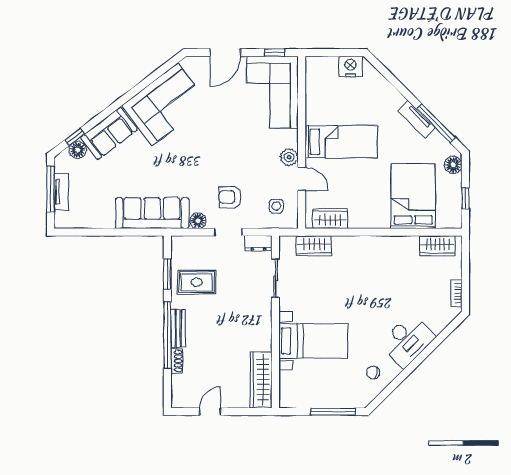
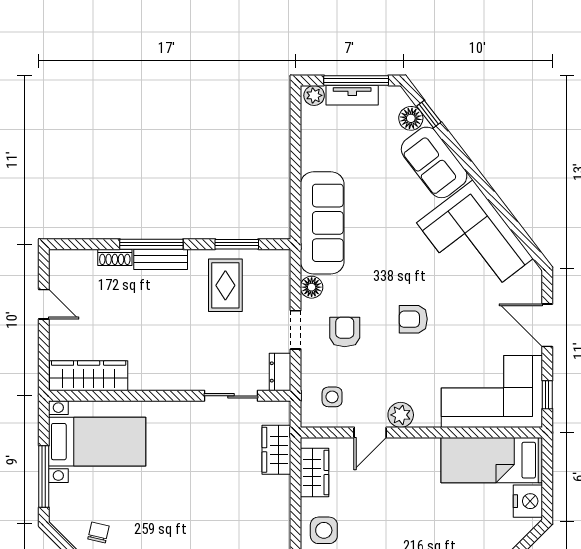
bed: (341, 142) -> (492, 460), moved, turned 90
armchair: (221, 148) -> (413, 319), added
side table: (371, 212) -> (324, 530), added
plant: (61, 219) -> (314, 95), added
window: (167, 335) -> (151, 244), width x0.68
bed with nightstands: (313, 341) -> (97, 442), moved, turned -90

